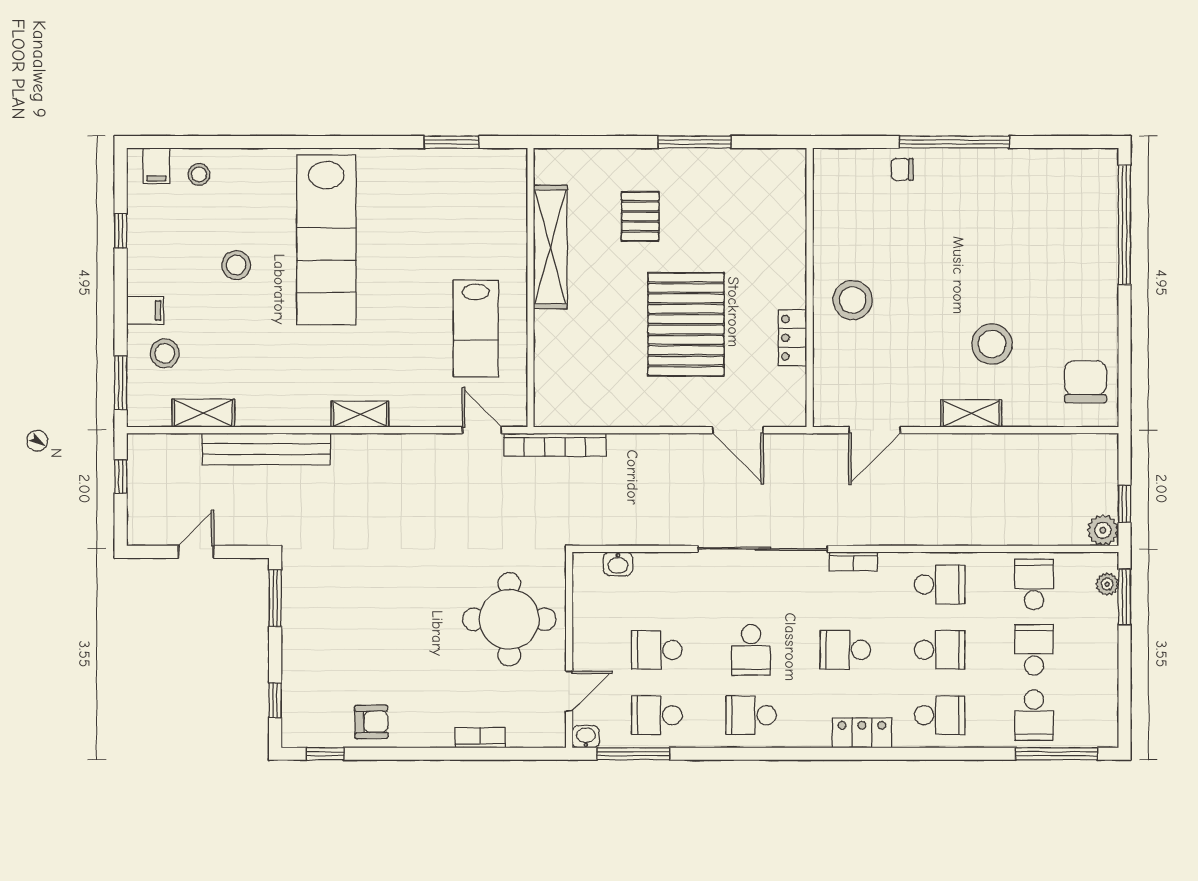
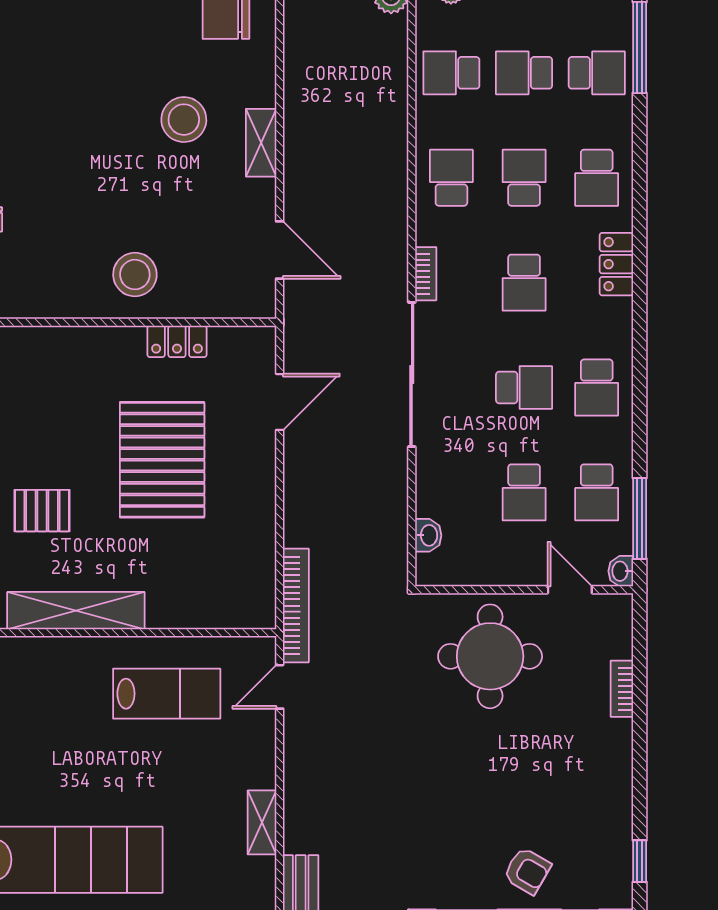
pallet: (686, 324) -> (162, 460), turned 90
school desk: (940, 715) -> (597, 178), turned 180
armchair: (371, 722) -> (527, 871), moved, turned 121

